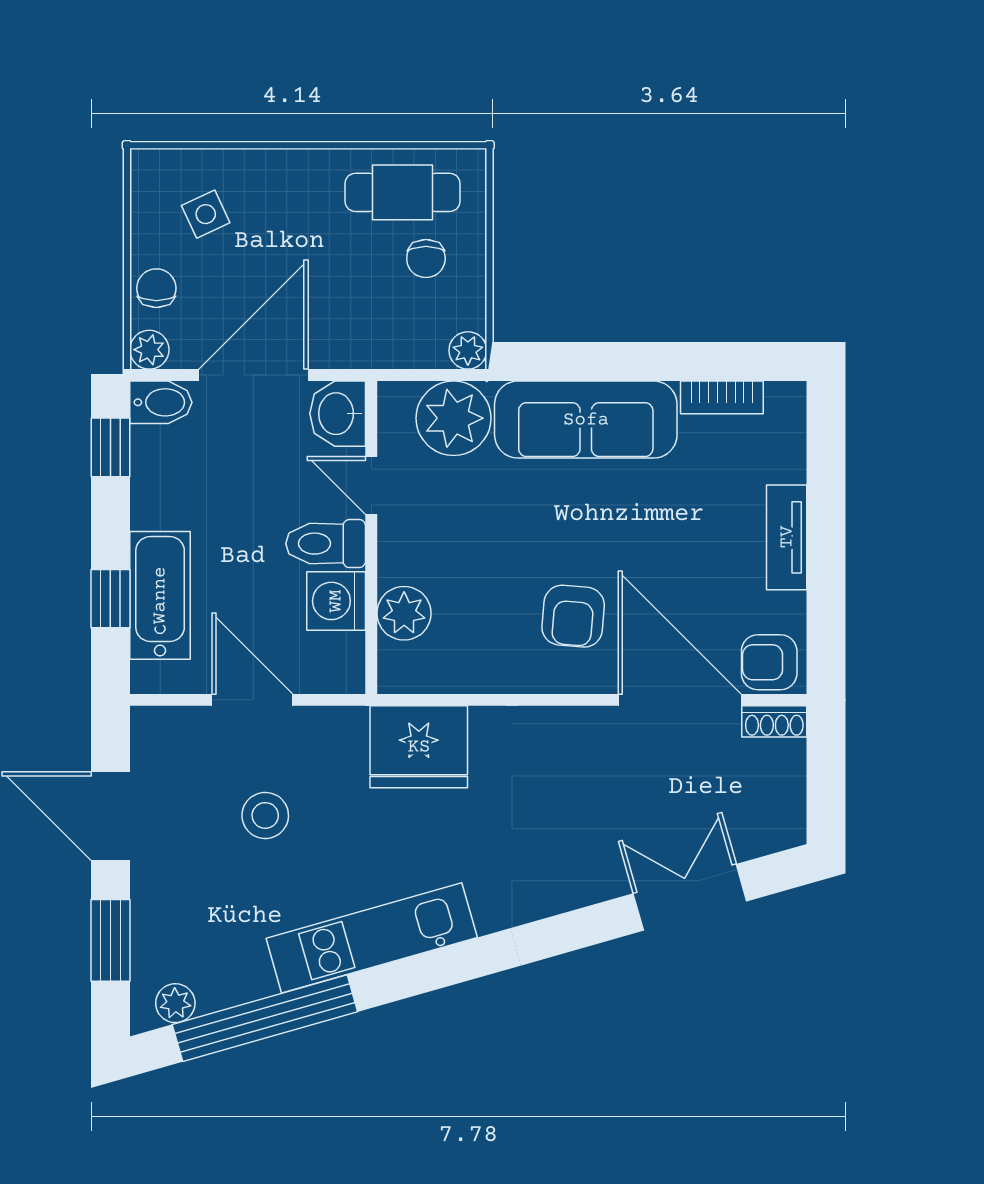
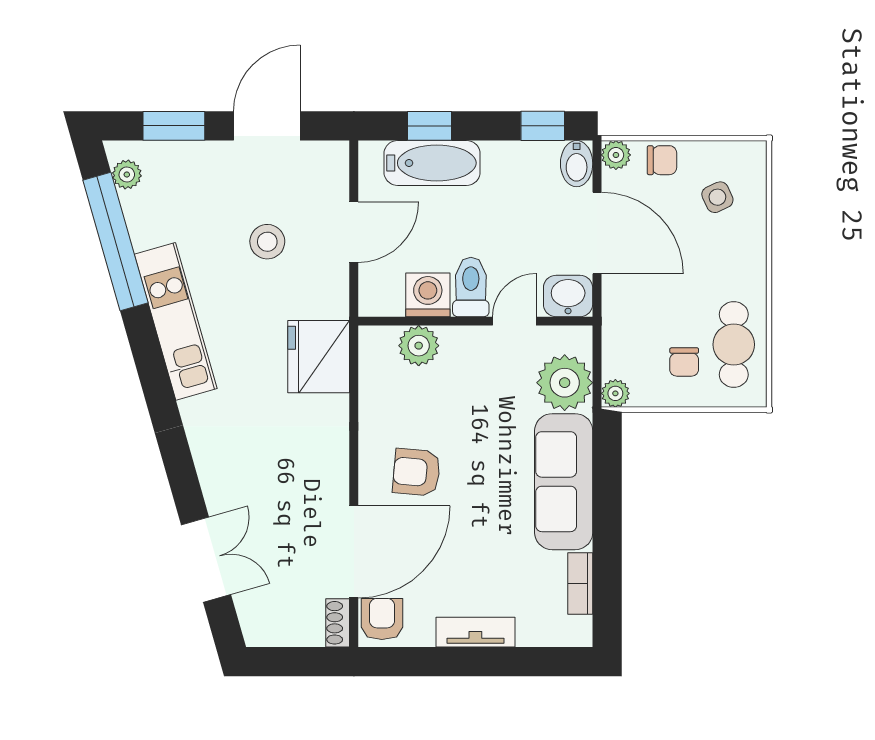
chair: (426, 259) -> (684, 362), turned -90

